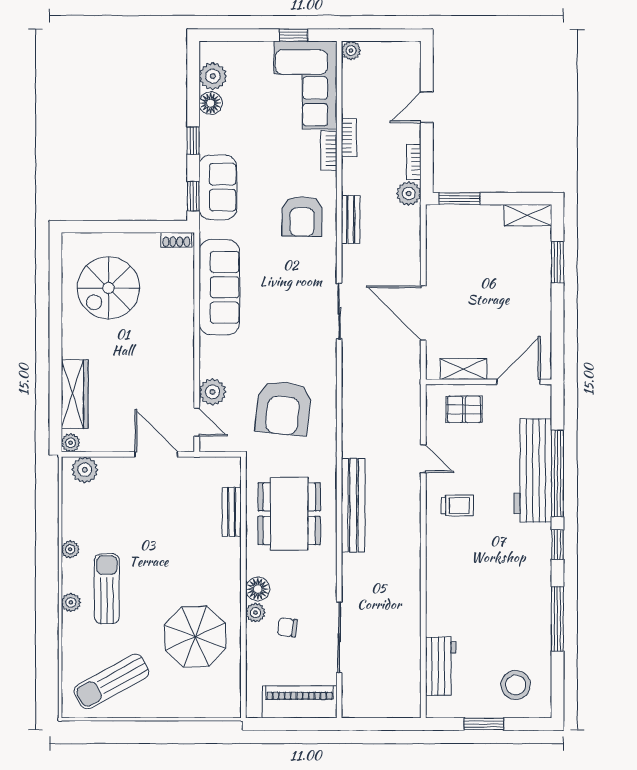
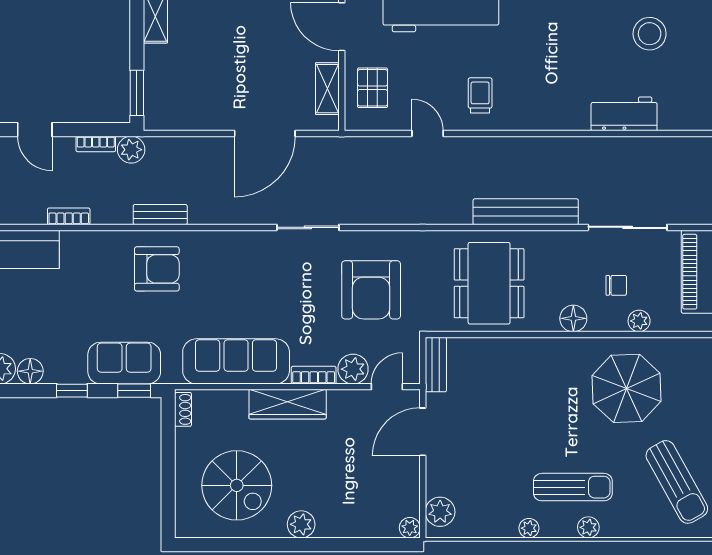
bookcase: (329, 151) -> (314, 375), moved, turned 180
sliding door: (339, 311) -> (308, 227), moved
plant: (74, 346) -> (301, 524), added
wardrobe: (75, 394) -> (288, 404), moved, turned 180
armchair: (283, 408) -> (371, 290), turned 84
door: (423, 459) -> (428, 133), hinge flipped
bench: (353, 505) -> (526, 212), moved
bench: (232, 512) -> (436, 365), moved, turned 90
dining table: (289, 514) -> (489, 283), turned 90
sun lounger: (107, 589) -> (573, 487), turned 180
plant: (255, 613) -> (639, 321), moved
chair: (287, 627) -> (616, 285), turned -97
workbench: (441, 666) -> (624, 114), moved
stool: (516, 685) -> (650, 34), moved

